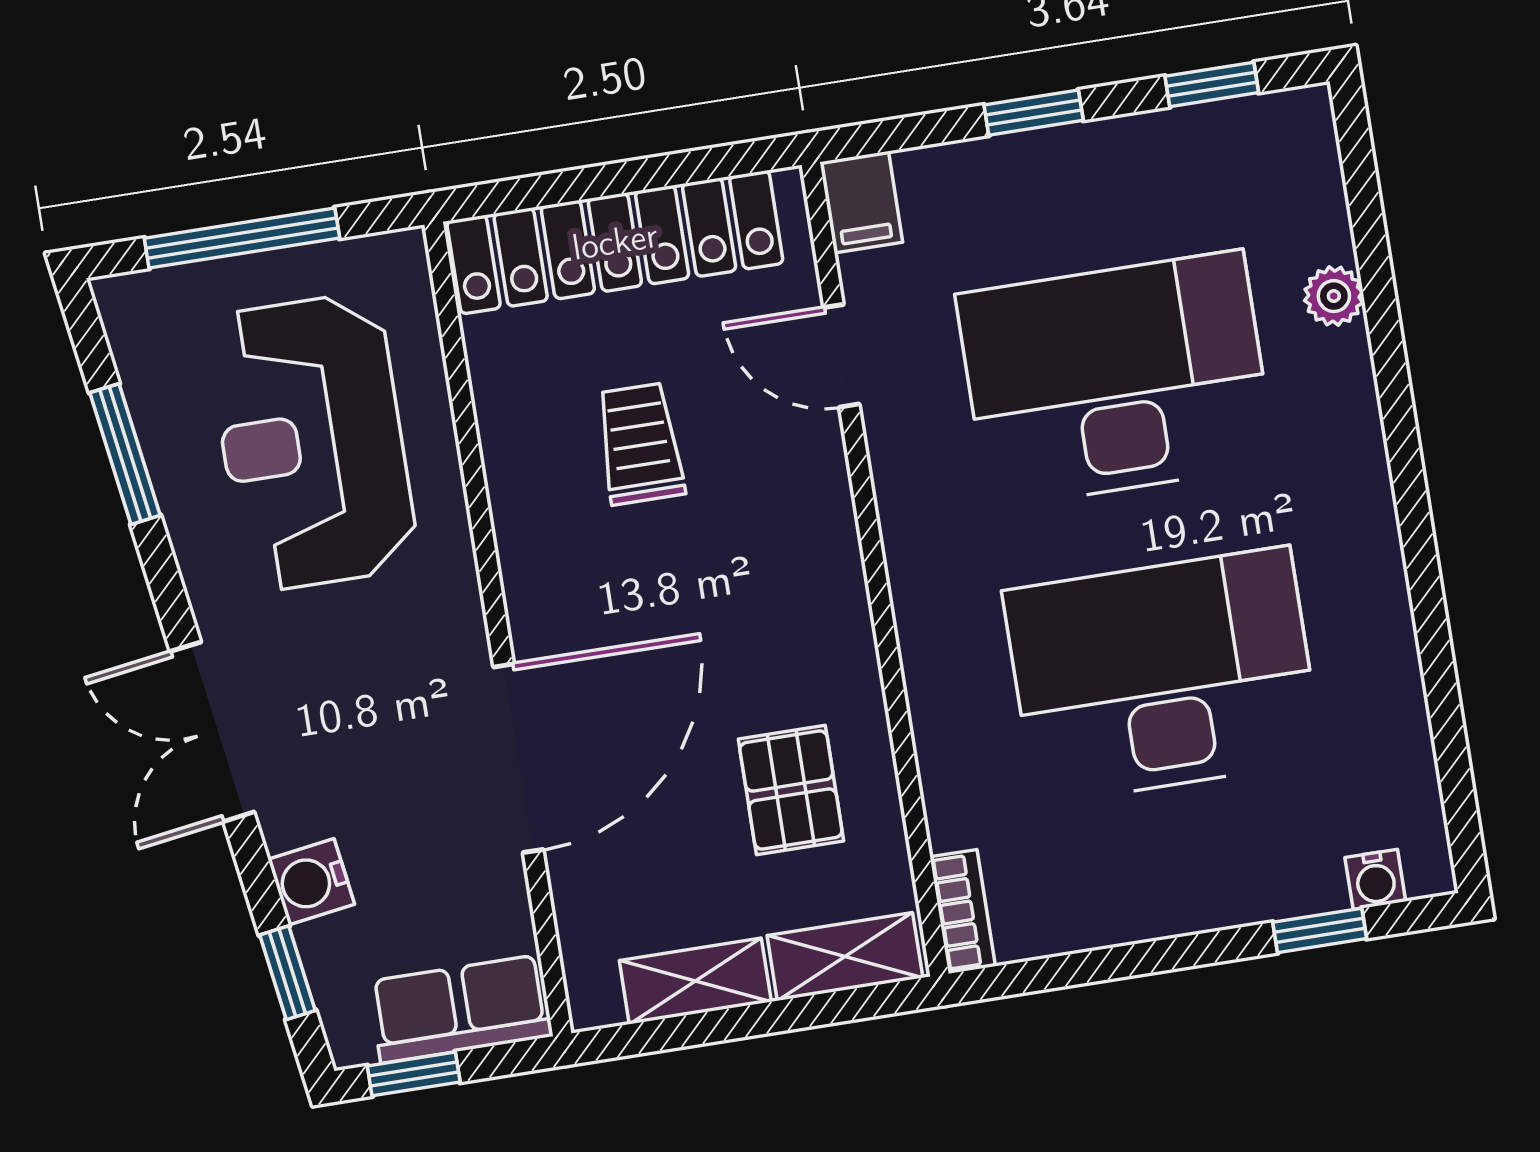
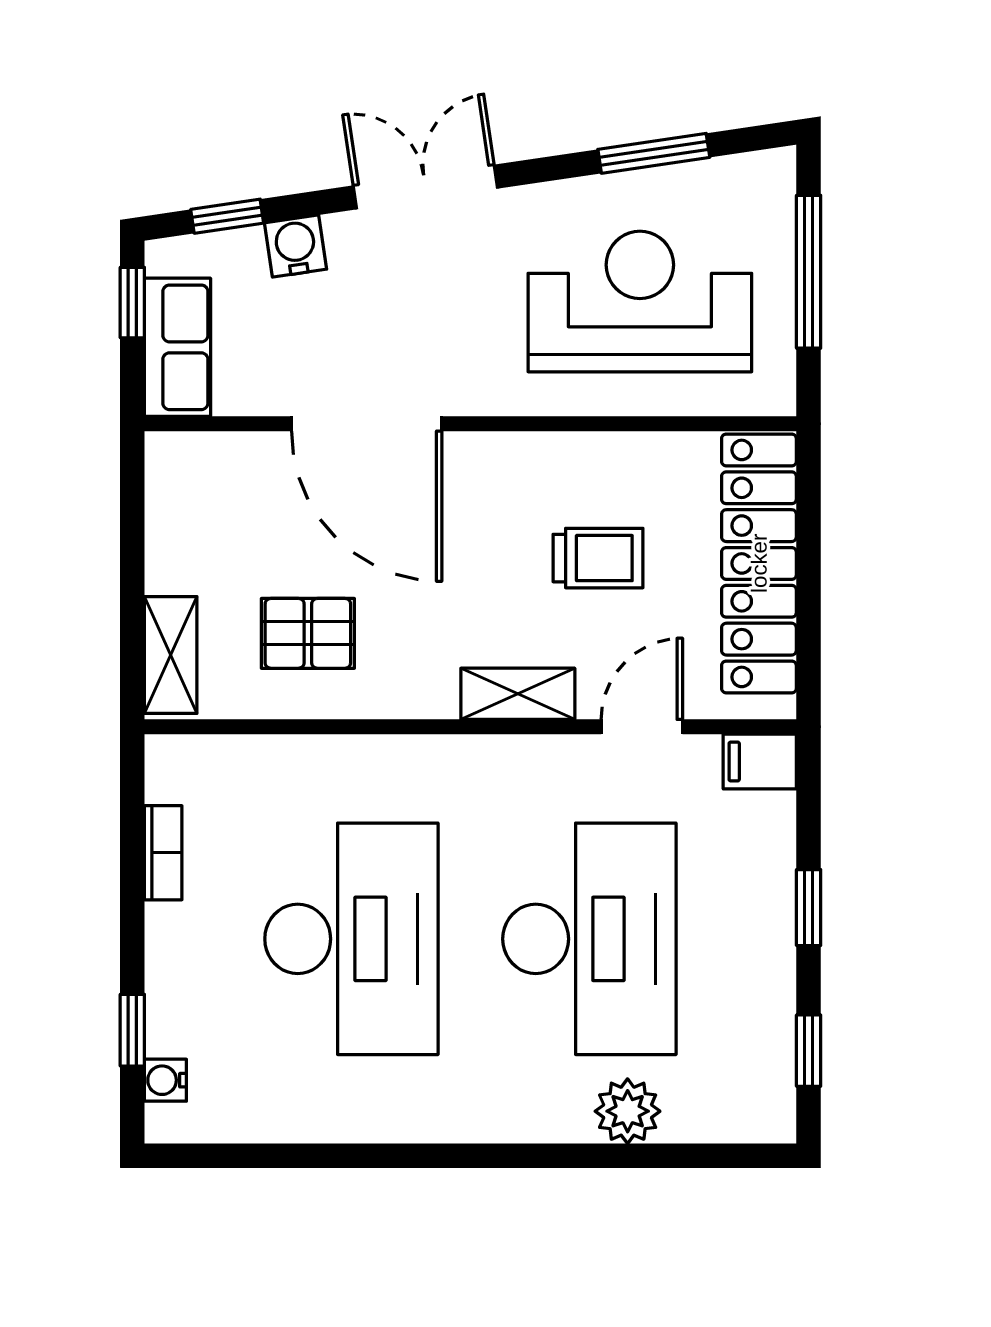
plant: (1334, 296) -> (628, 1111), width x1.38, depth x1.38
bookcase: (963, 912) -> (163, 853), moved, turned -90
shelving: (695, 981) -> (518, 694), moved, turned 90

